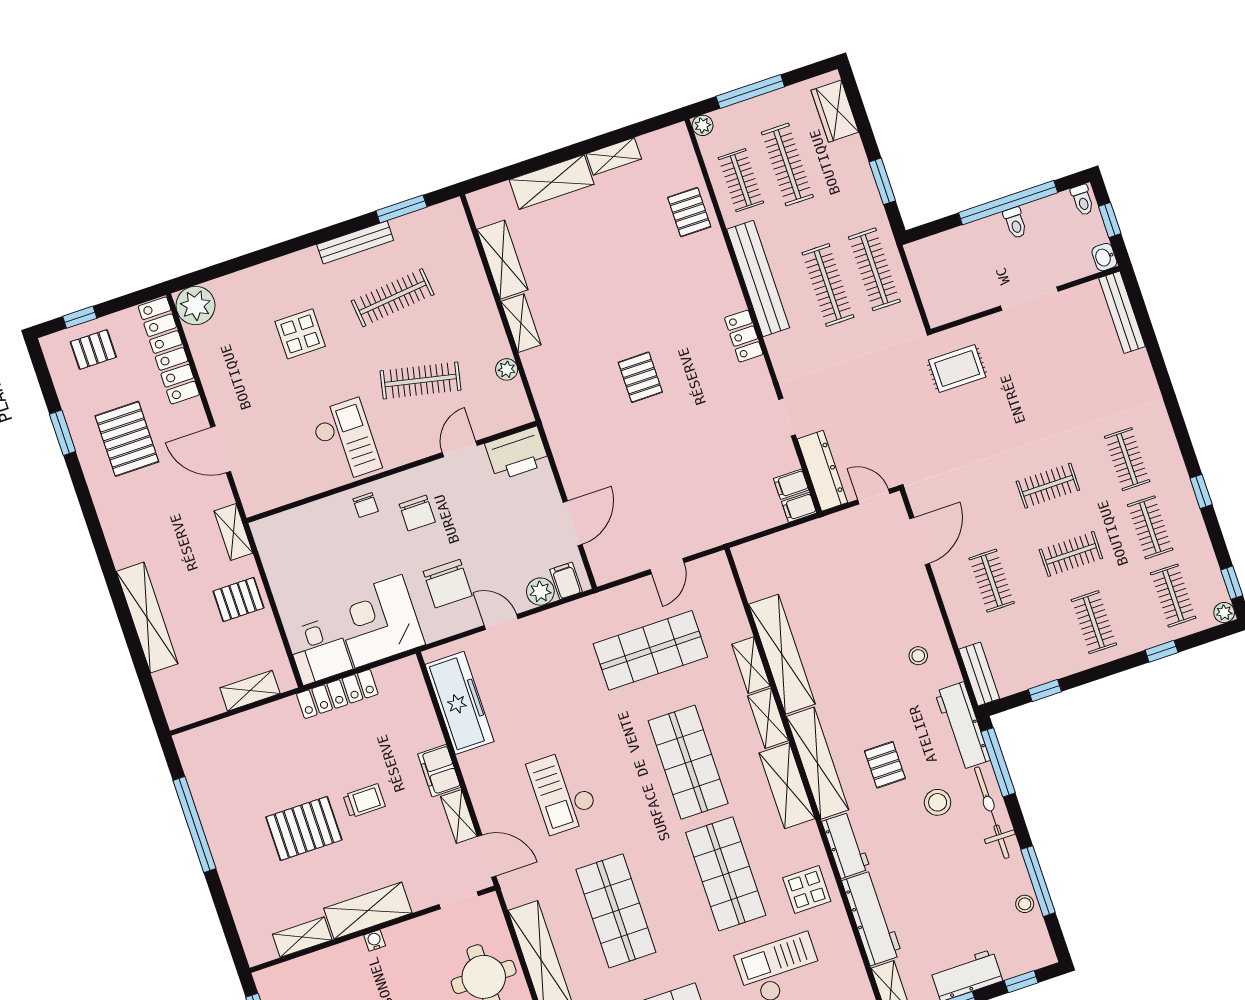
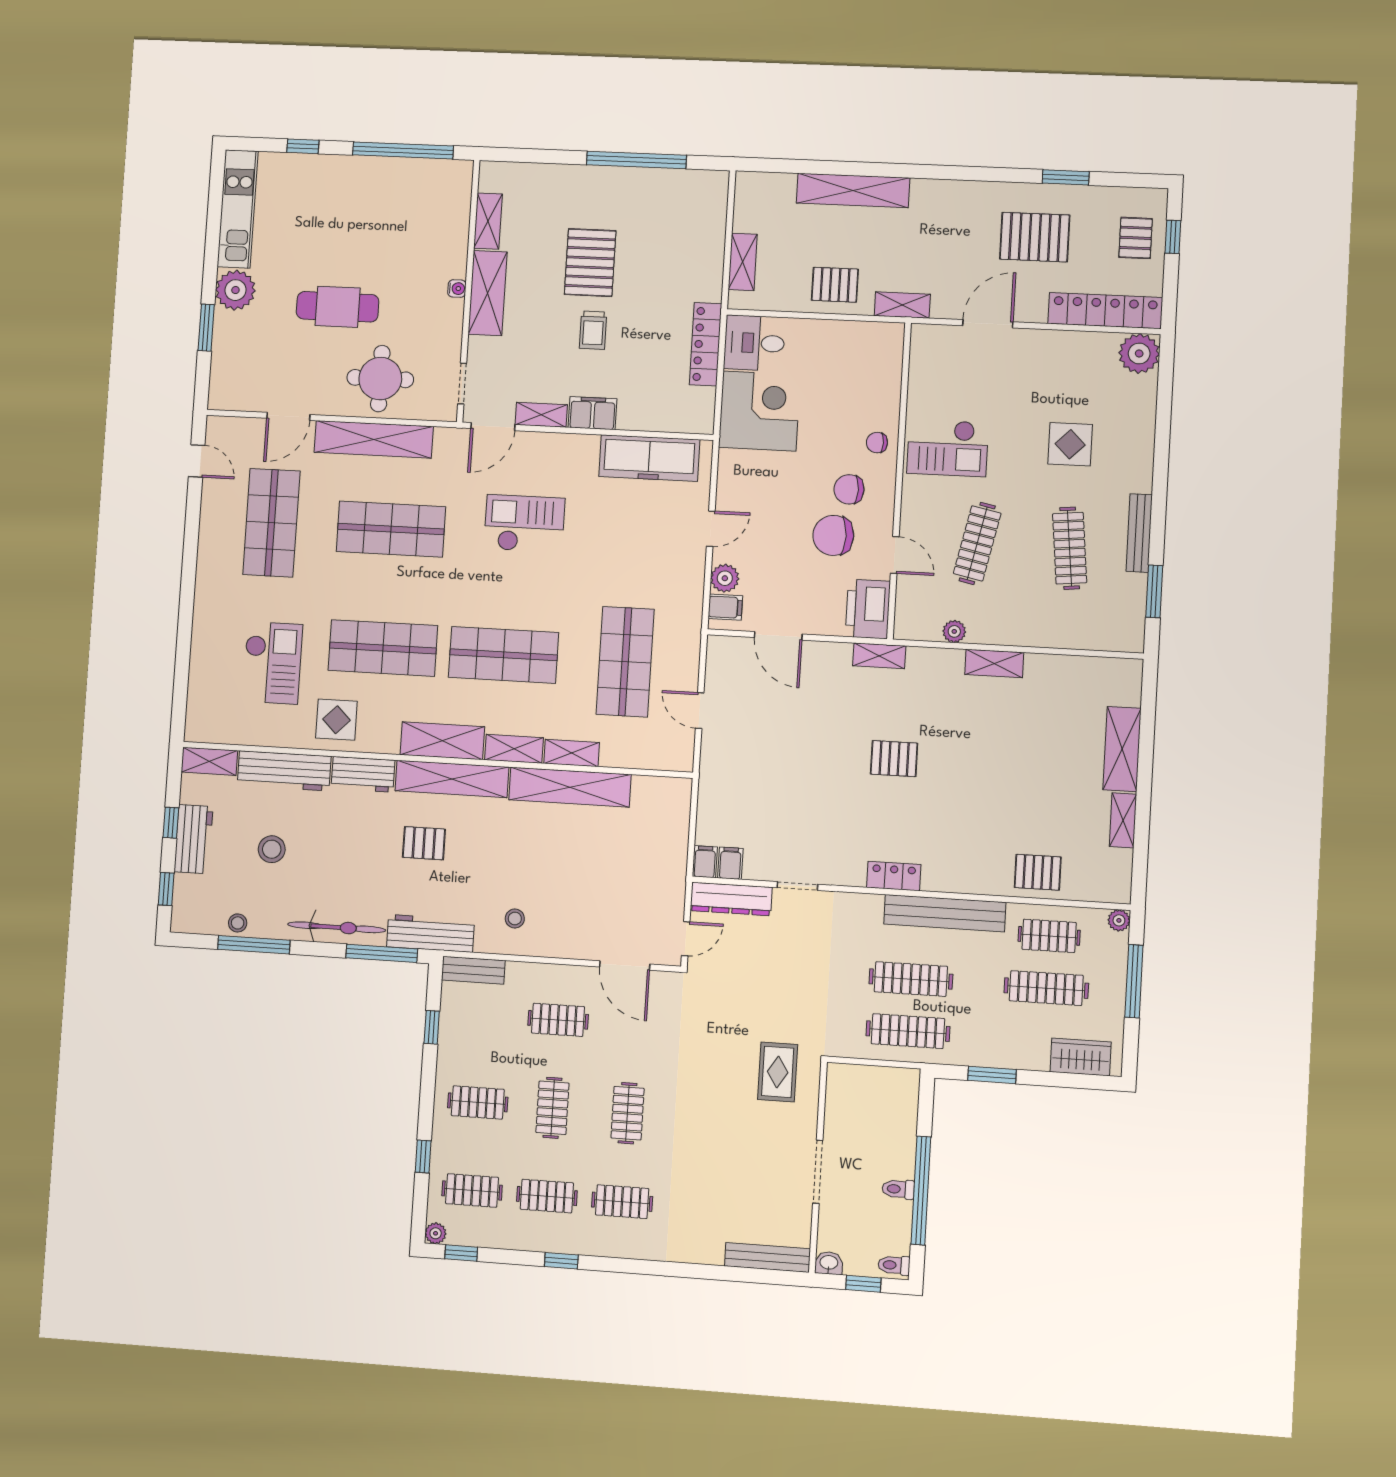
shelving: (502, 260) -> (879, 656), moved, width x0.67, depth x0.75
chair: (448, 584) -> (833, 535), moved
pallet: (238, 599) -> (835, 285), turned 90
stool: (938, 802) -> (272, 849), moved

